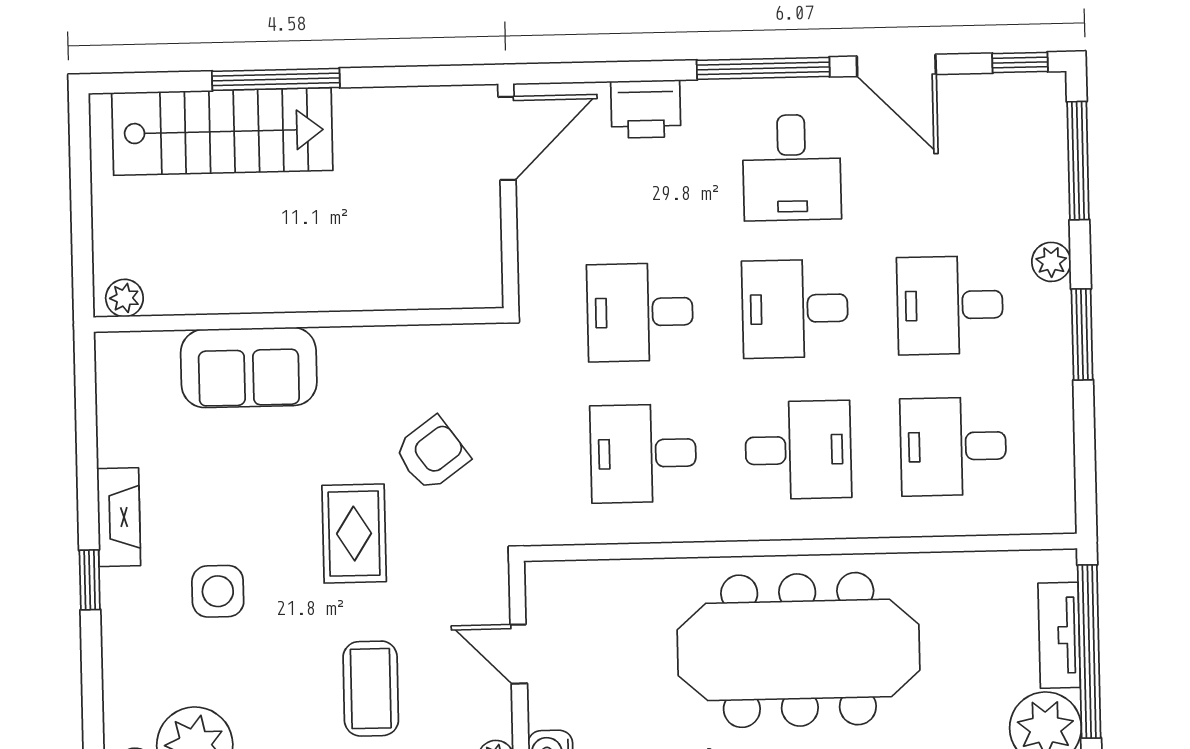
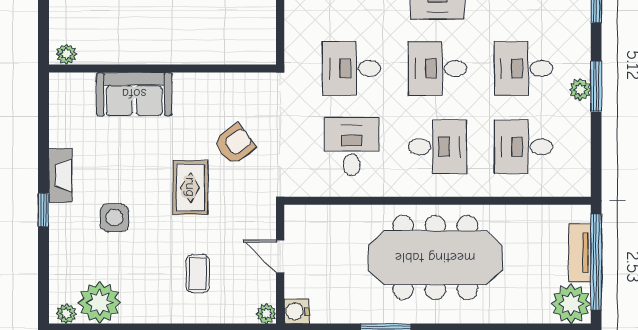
plant: (1051, 262) -> (580, 90), moved
desk: (643, 453) -> (352, 147), turned 90
coffee table: (371, 689) -> (198, 274), width x0.73, depth x0.77

